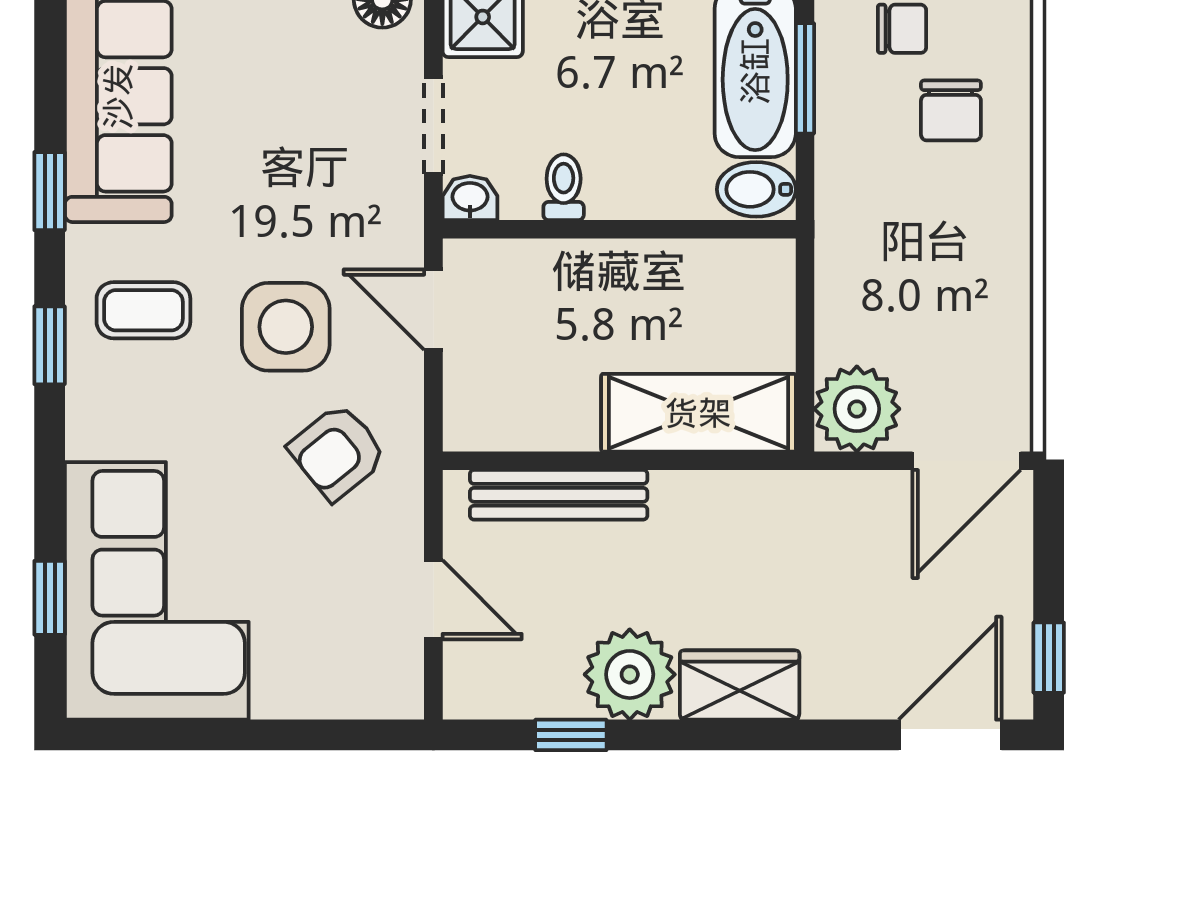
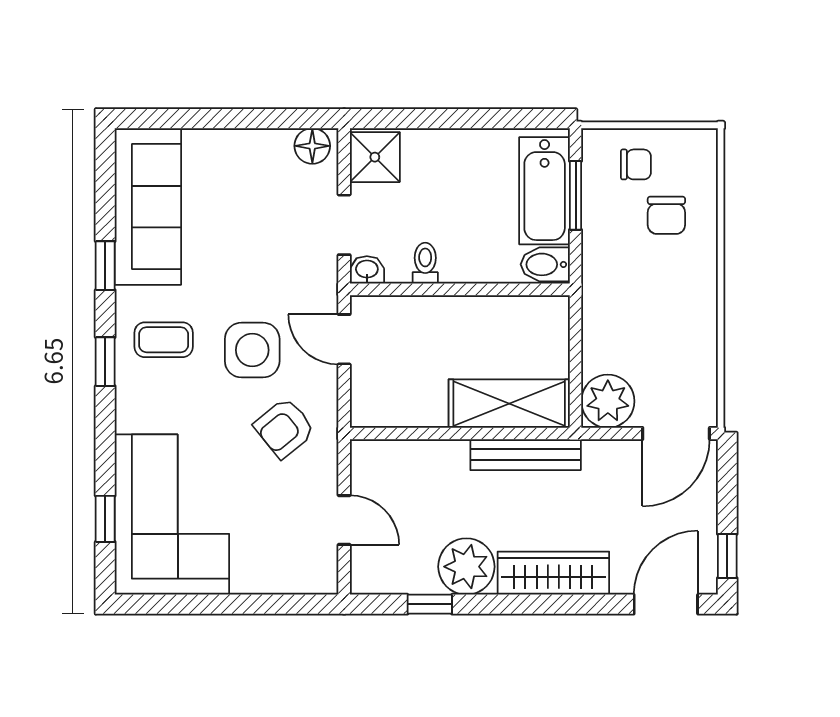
bench: (559, 495) -> (526, 455), moved
wardrobe: (740, 685) -> (553, 573), width x1.50

